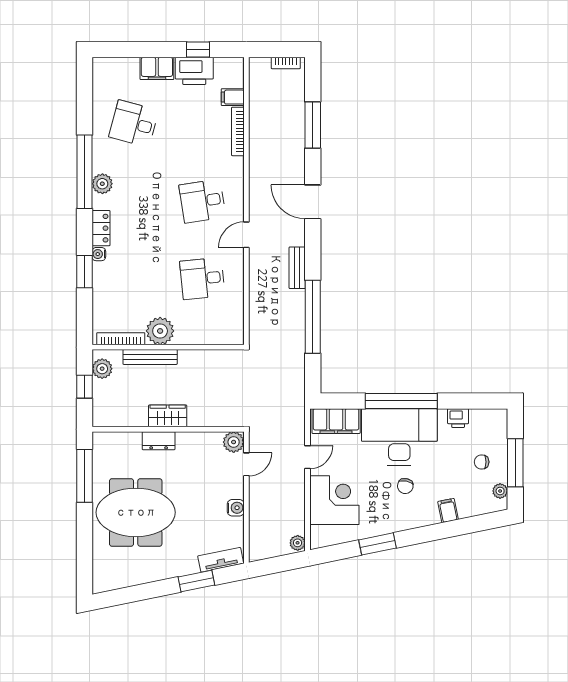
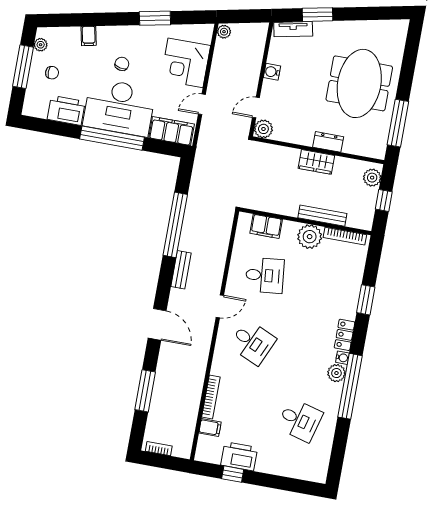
filing cabinet: (157, 68) -> (266, 226), moved, turned 180
desk: (202, 201) -> (253, 342), turned 33
water cooler: (99, 254) -> (342, 358), moved
plant: (102, 369) -> (372, 178), moved
printer: (458, 418) -> (66, 110), width x1.87, depth x1.48
meeting table: (136, 512) -> (359, 83), turned 90

